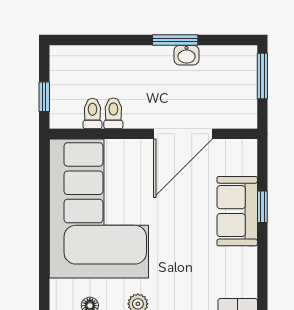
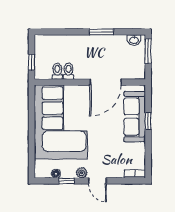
washbasin: (187, 55) -> (134, 40), moved
sofa: (237, 211) -> (135, 117), width x1.36

